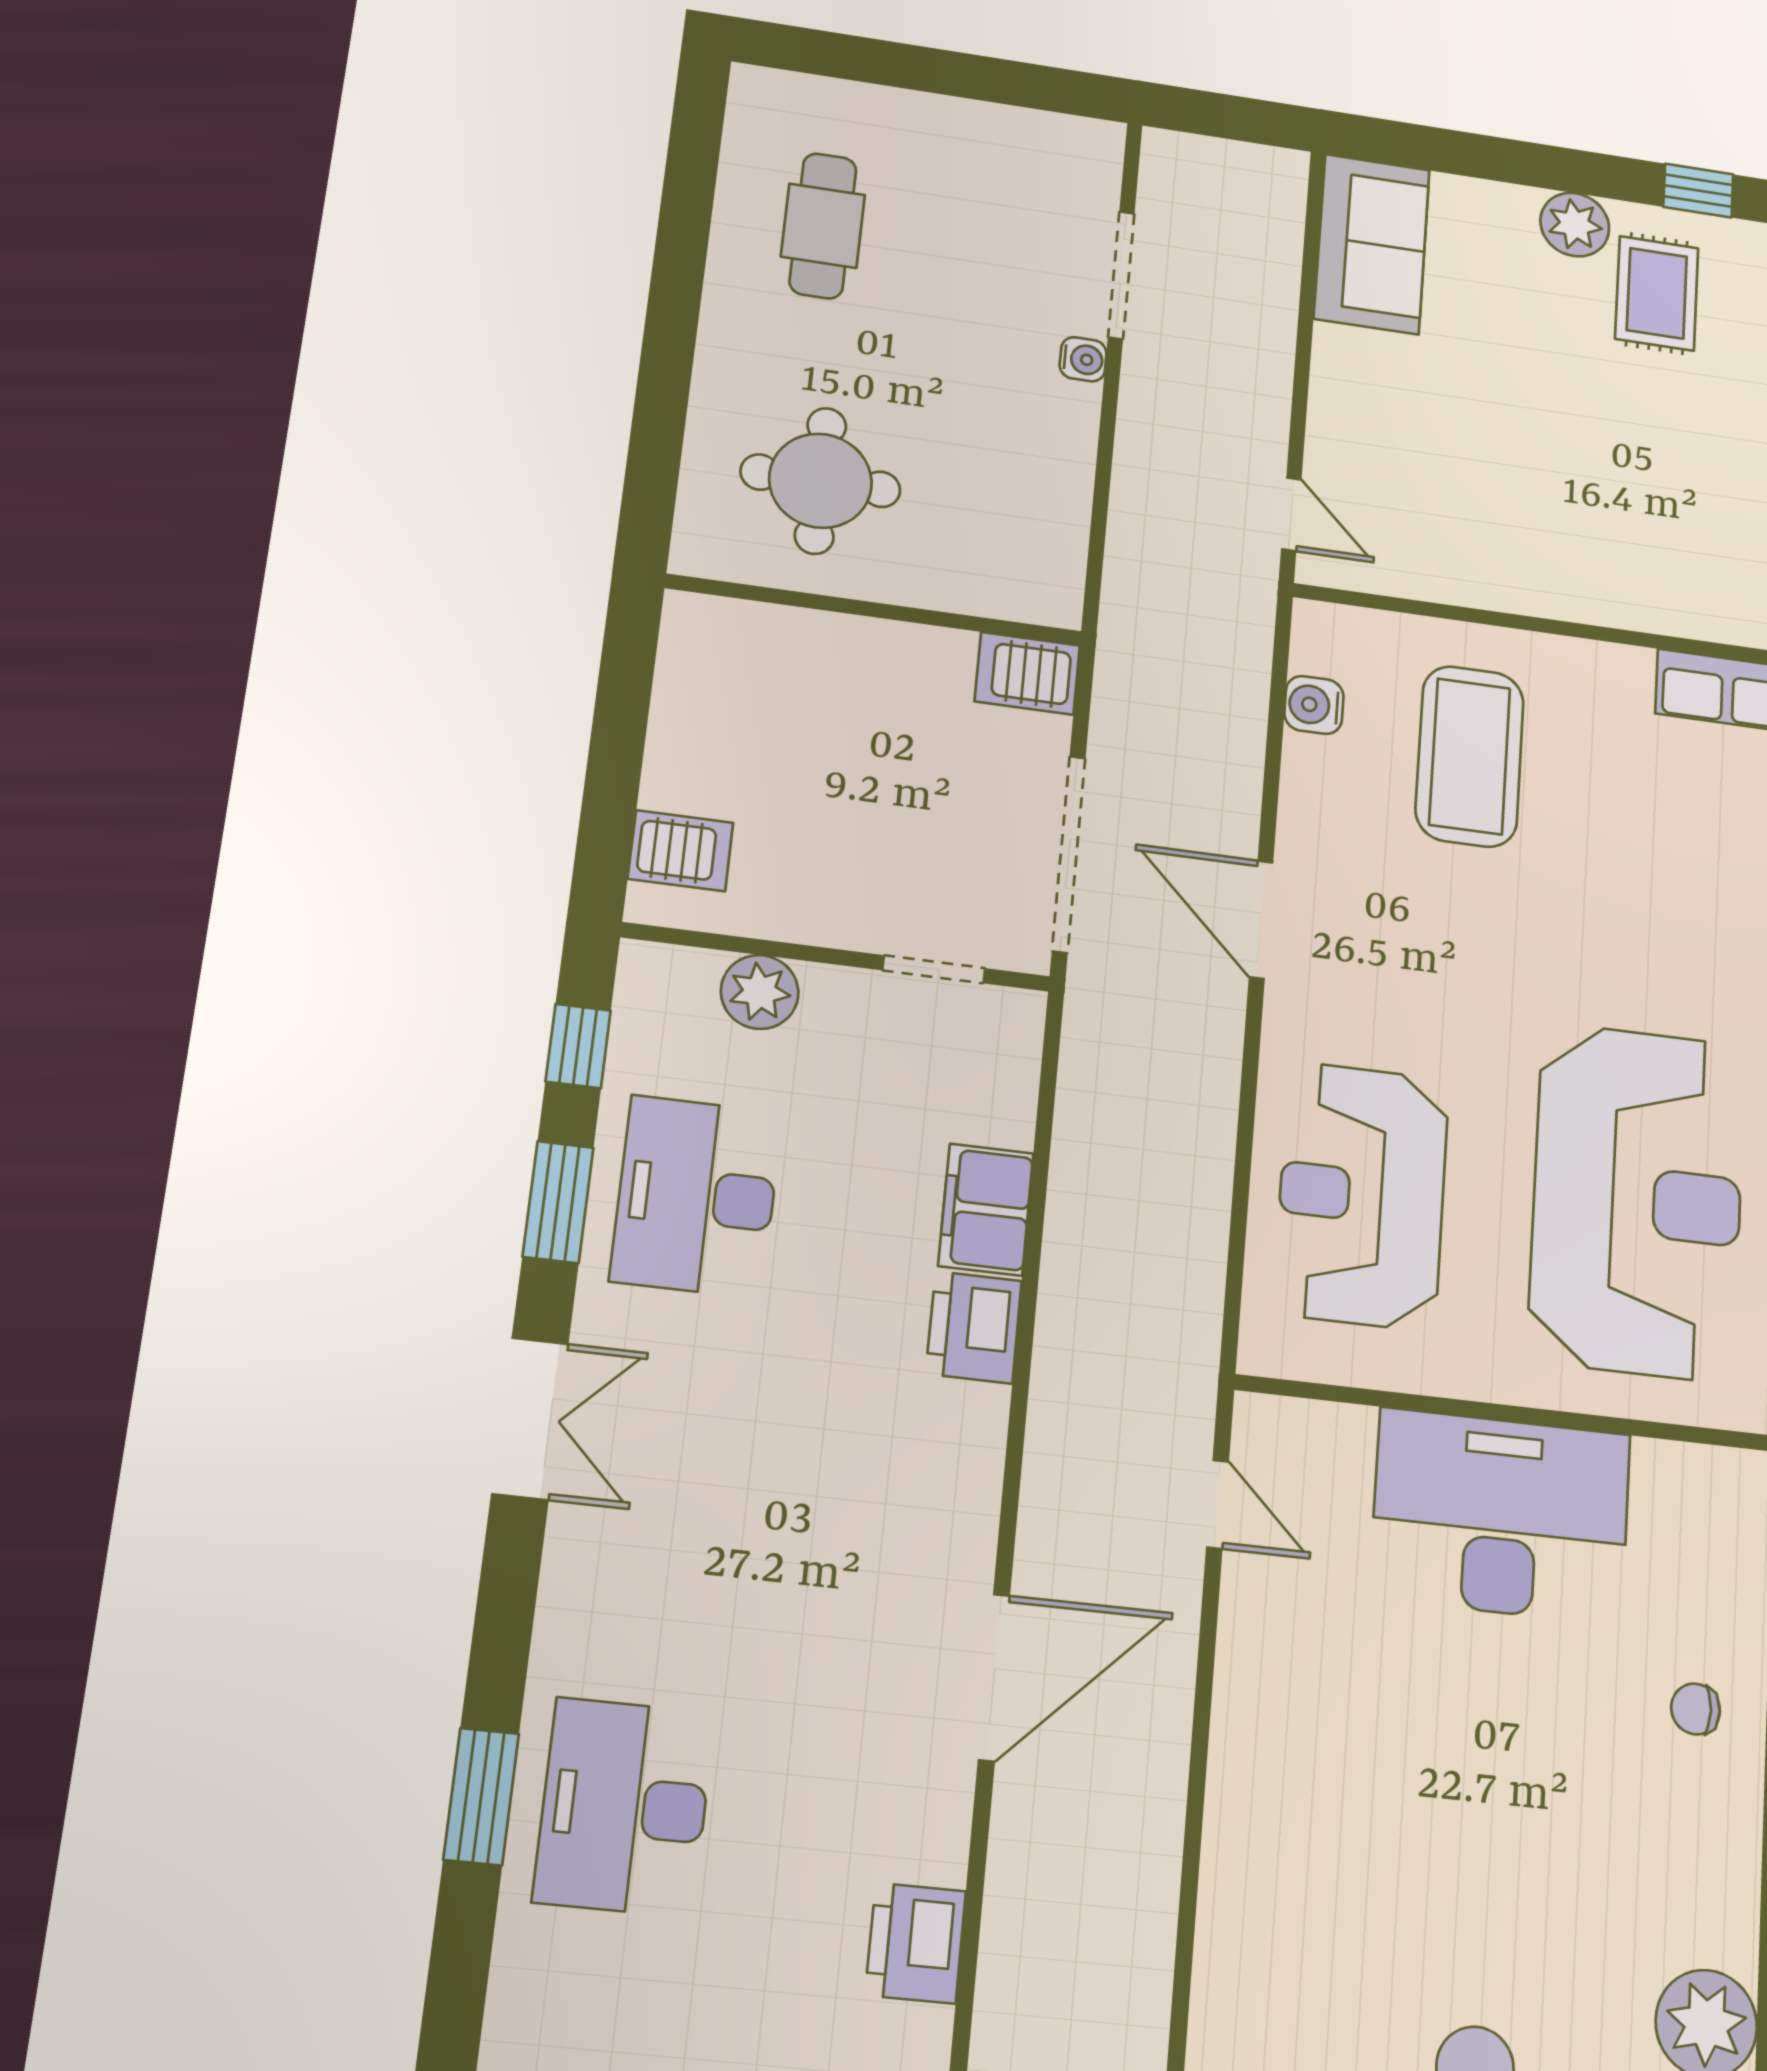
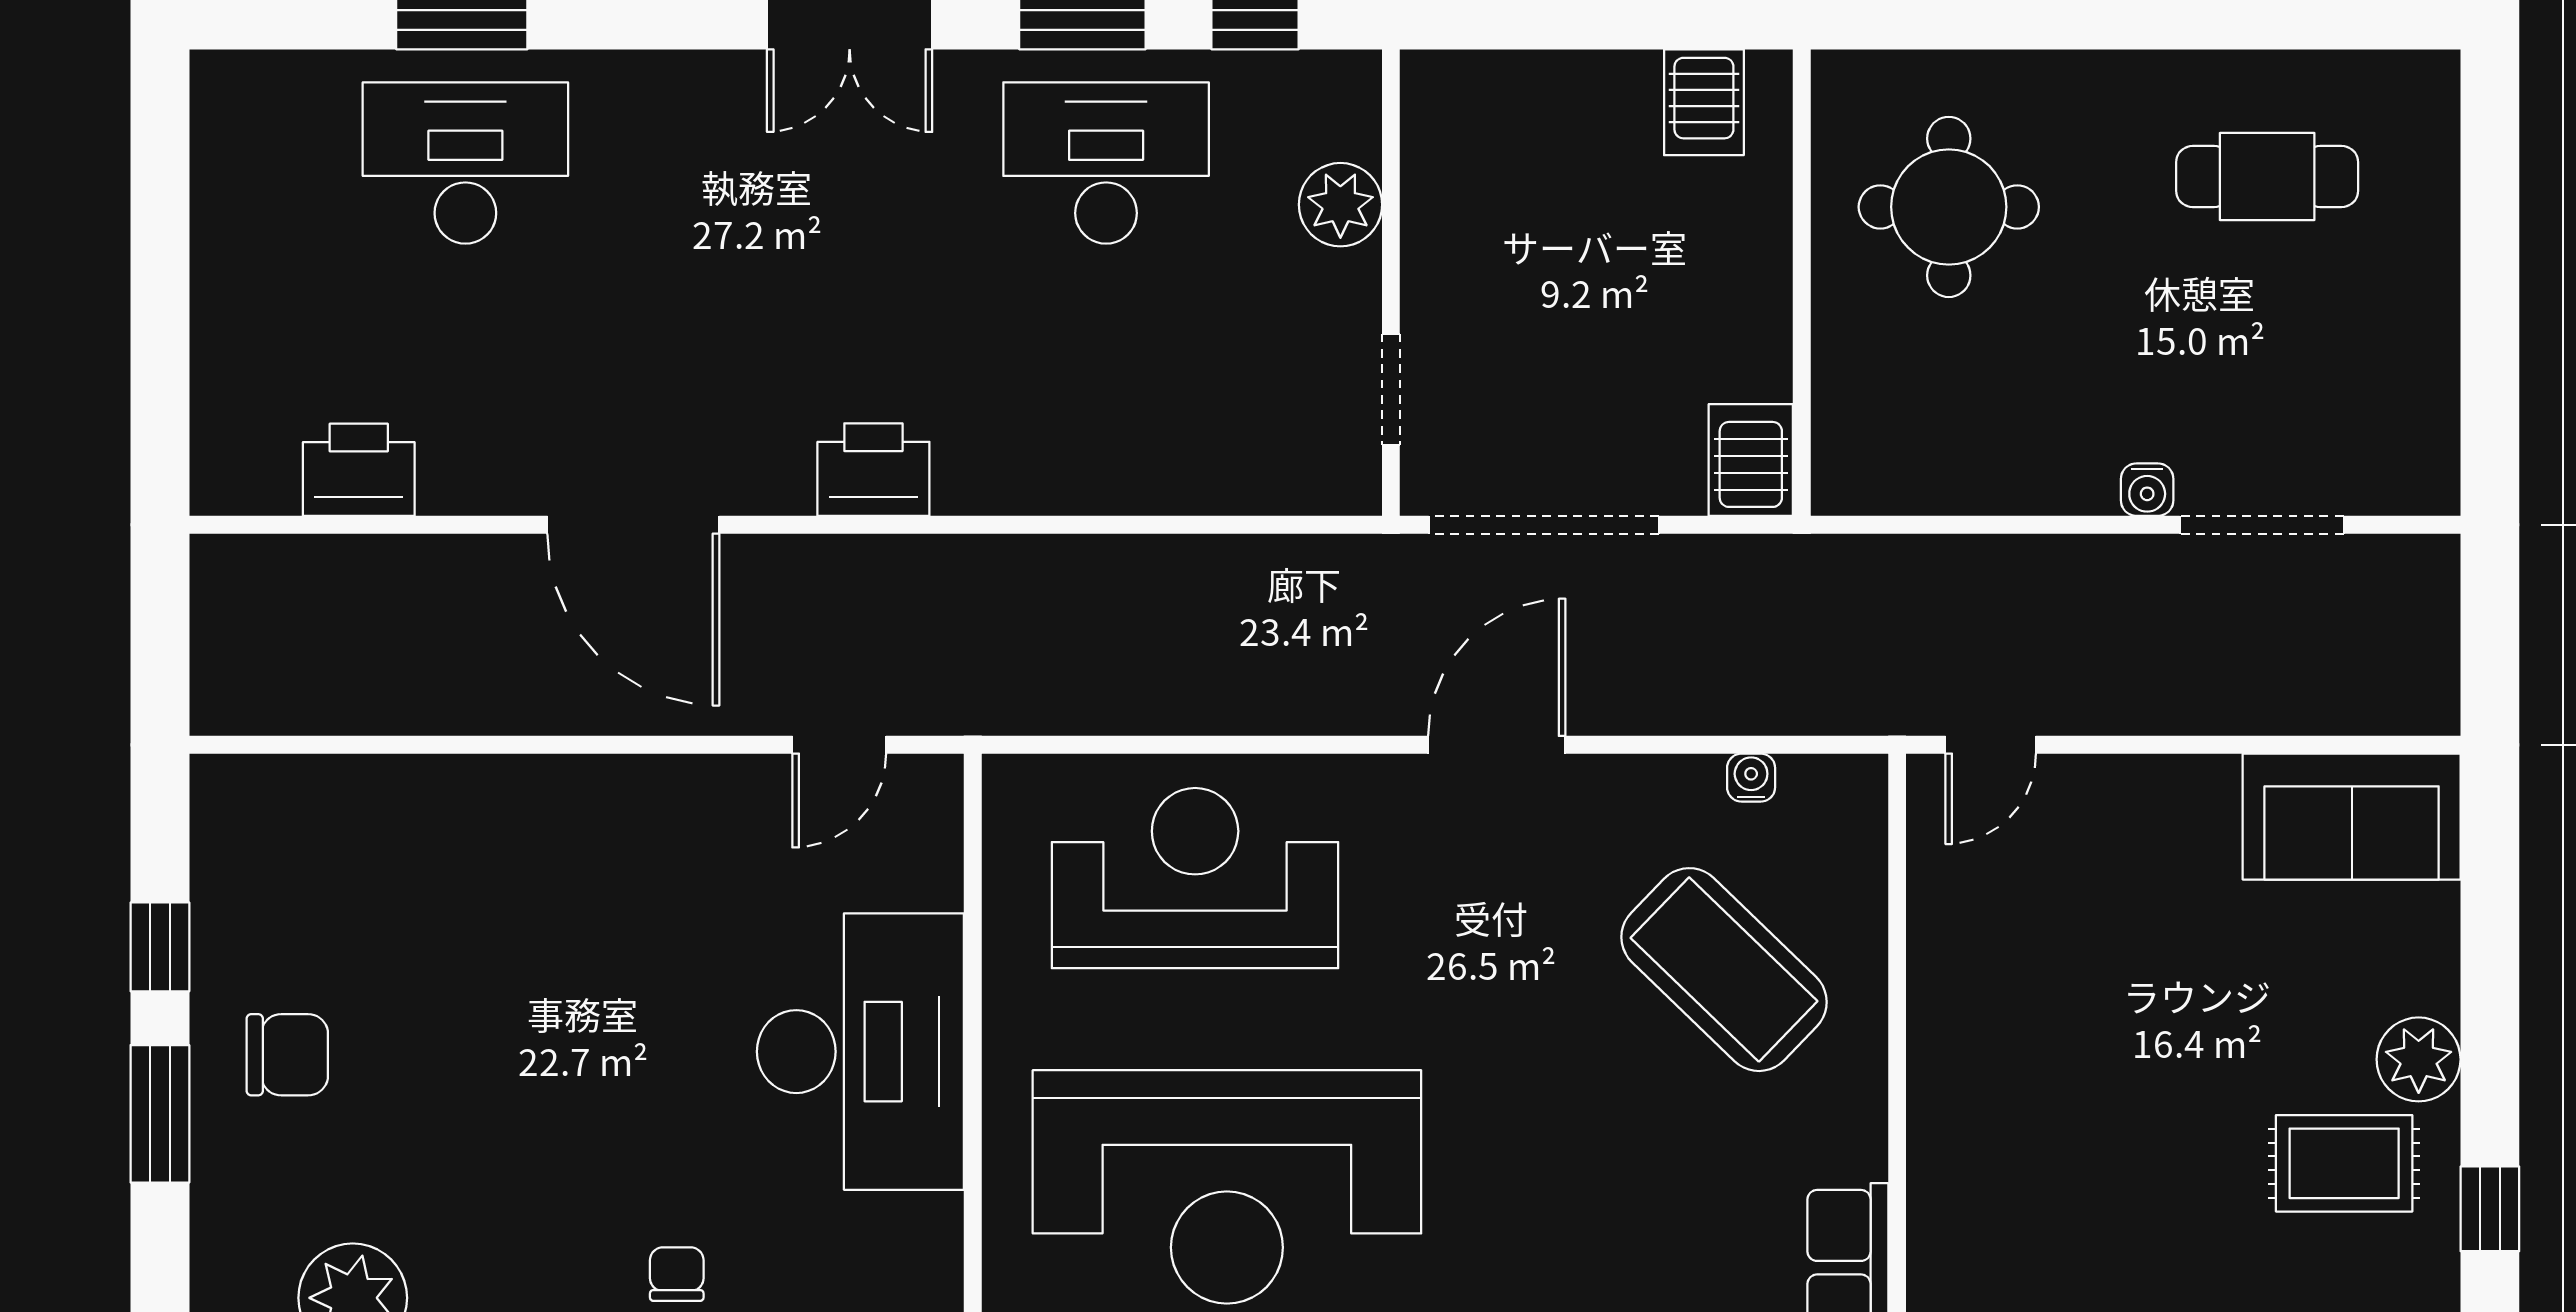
water cooler: (1314, 705) -> (1751, 778), width x0.72, depth x0.72
coffee table: (1470, 756) -> (1724, 970), turned 44
server rack: (681, 851) -> (1704, 102), moved
filing cabinet: (986, 1210) -> (1129, 471), removed
printer: (974, 1327) -> (873, 470), moved

